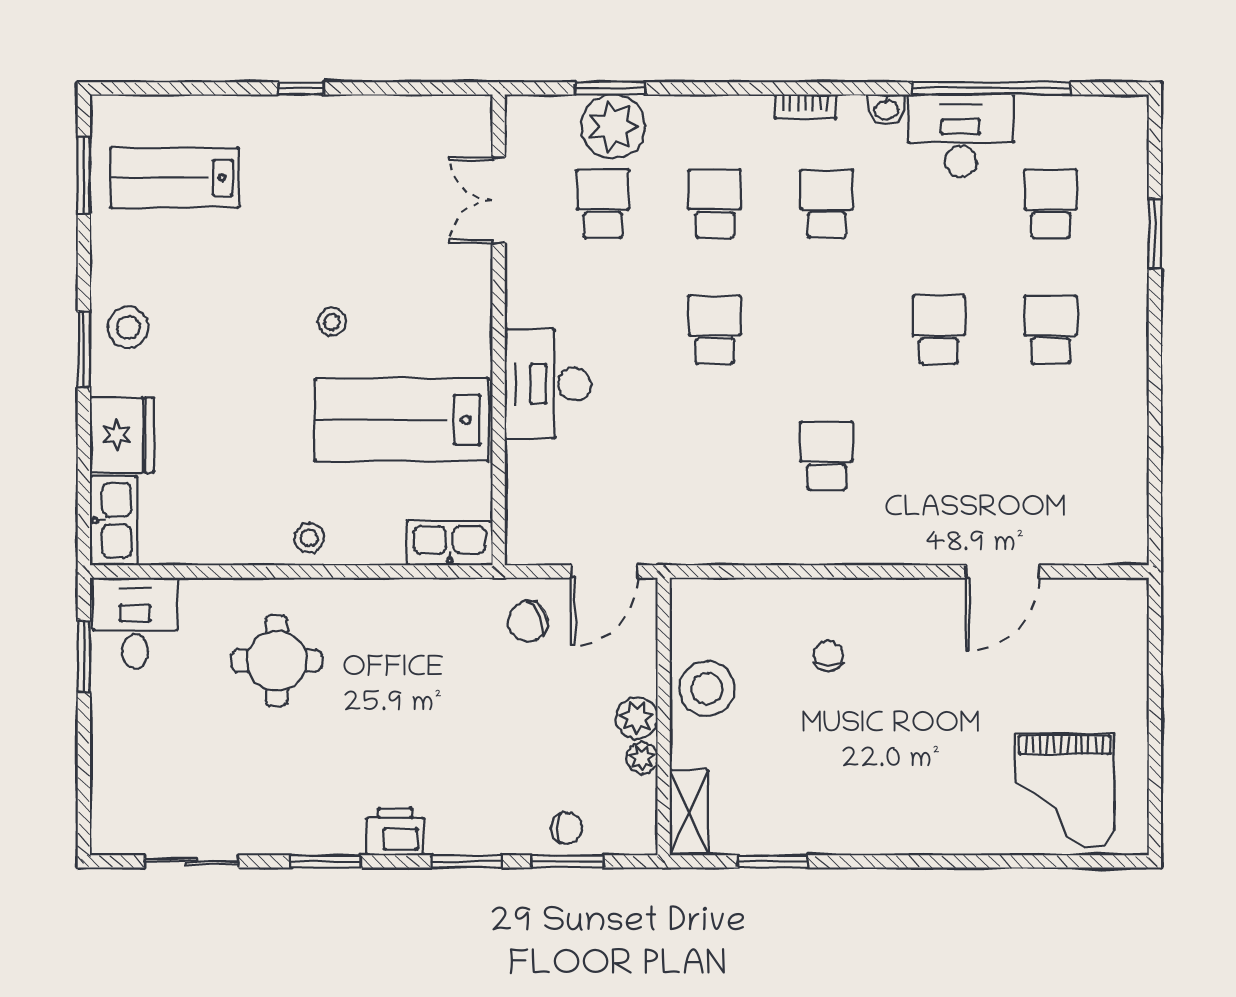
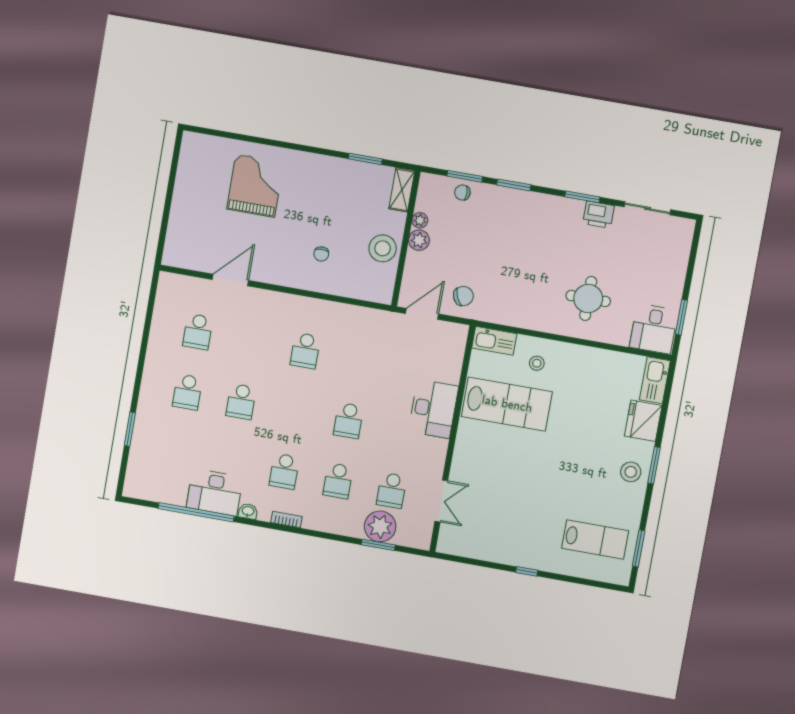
school desk: (1051, 204) -> (198, 332), moved
stool: (332, 322) -> (532, 457), removed
stool: (309, 538) -> (537, 363), moved
grand piano: (1064, 791) -> (255, 186), moved
printer: (395, 832) -> (599, 215), moved

